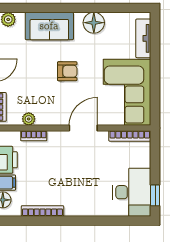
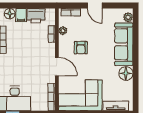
sofa: (49, 26) -> (124, 44), width x1.36
armchair: (67, 71) -> (81, 48), moved

